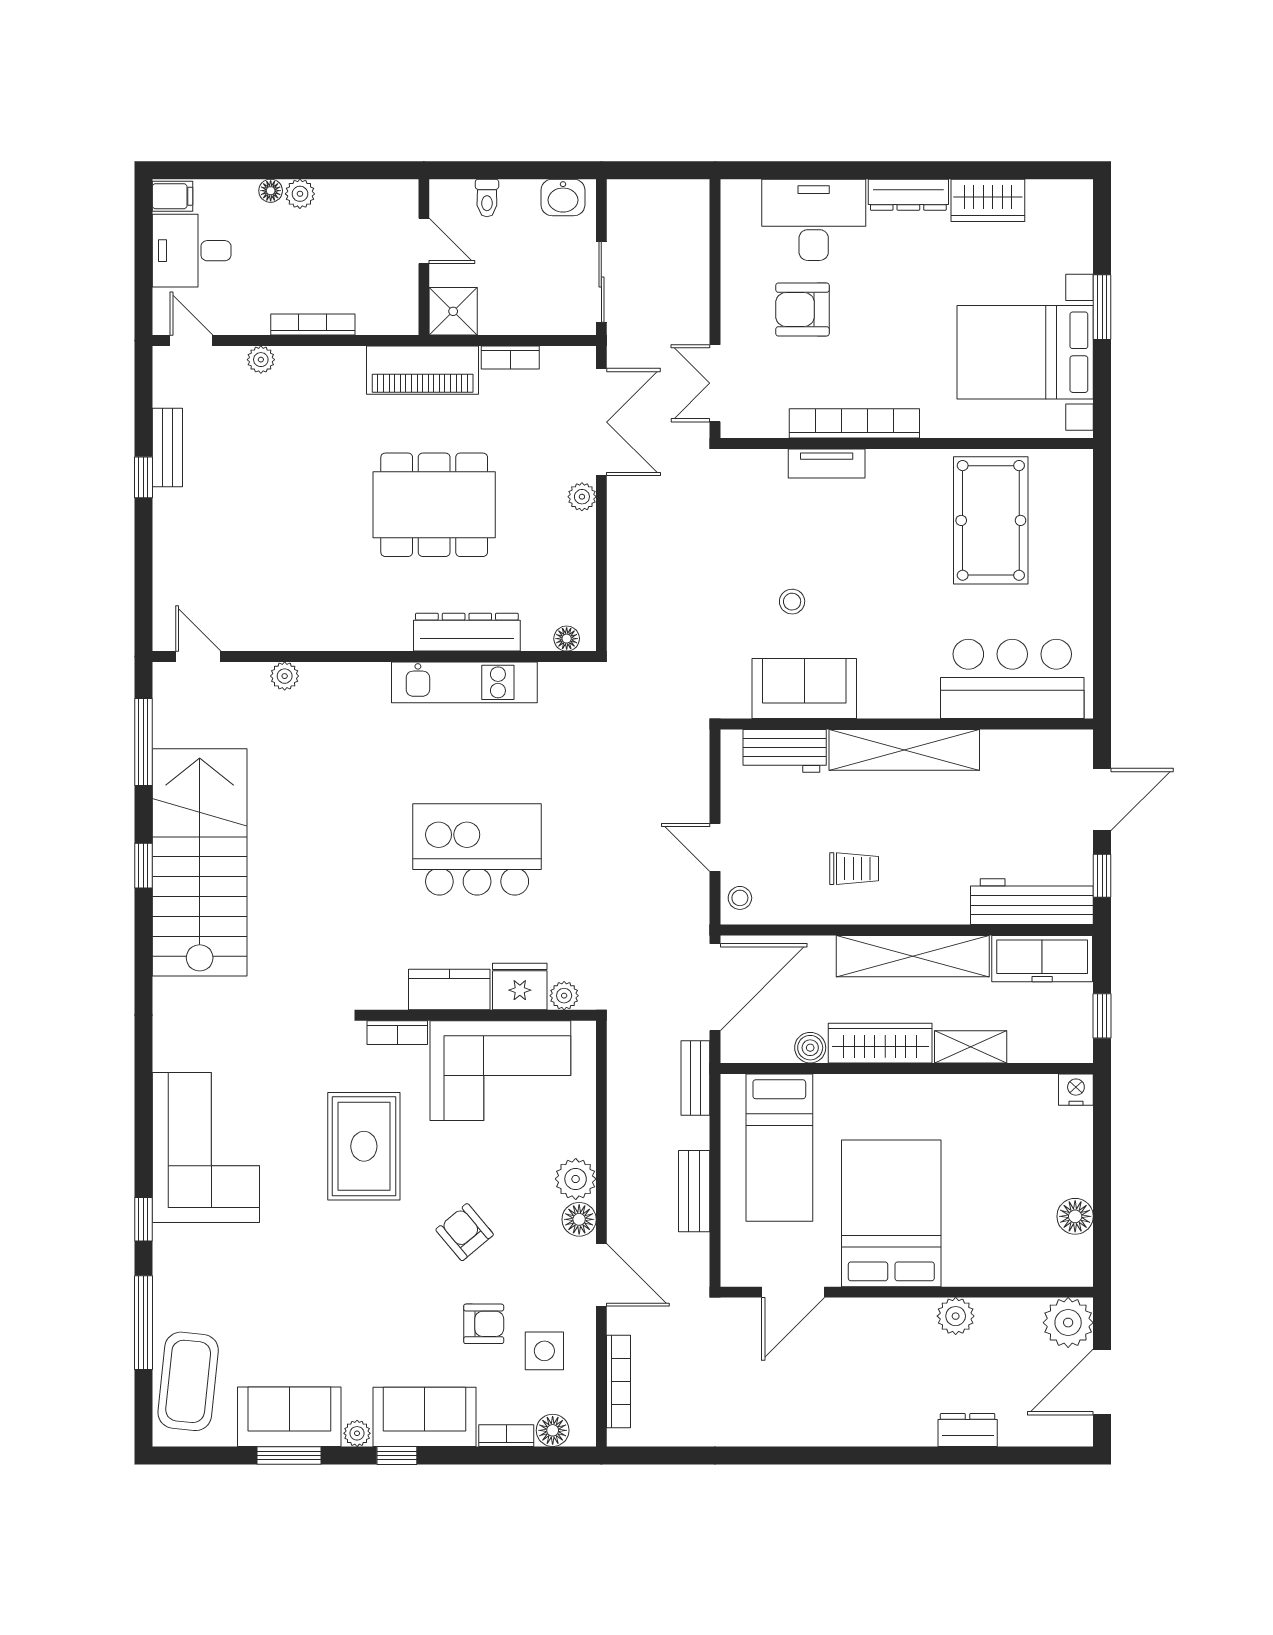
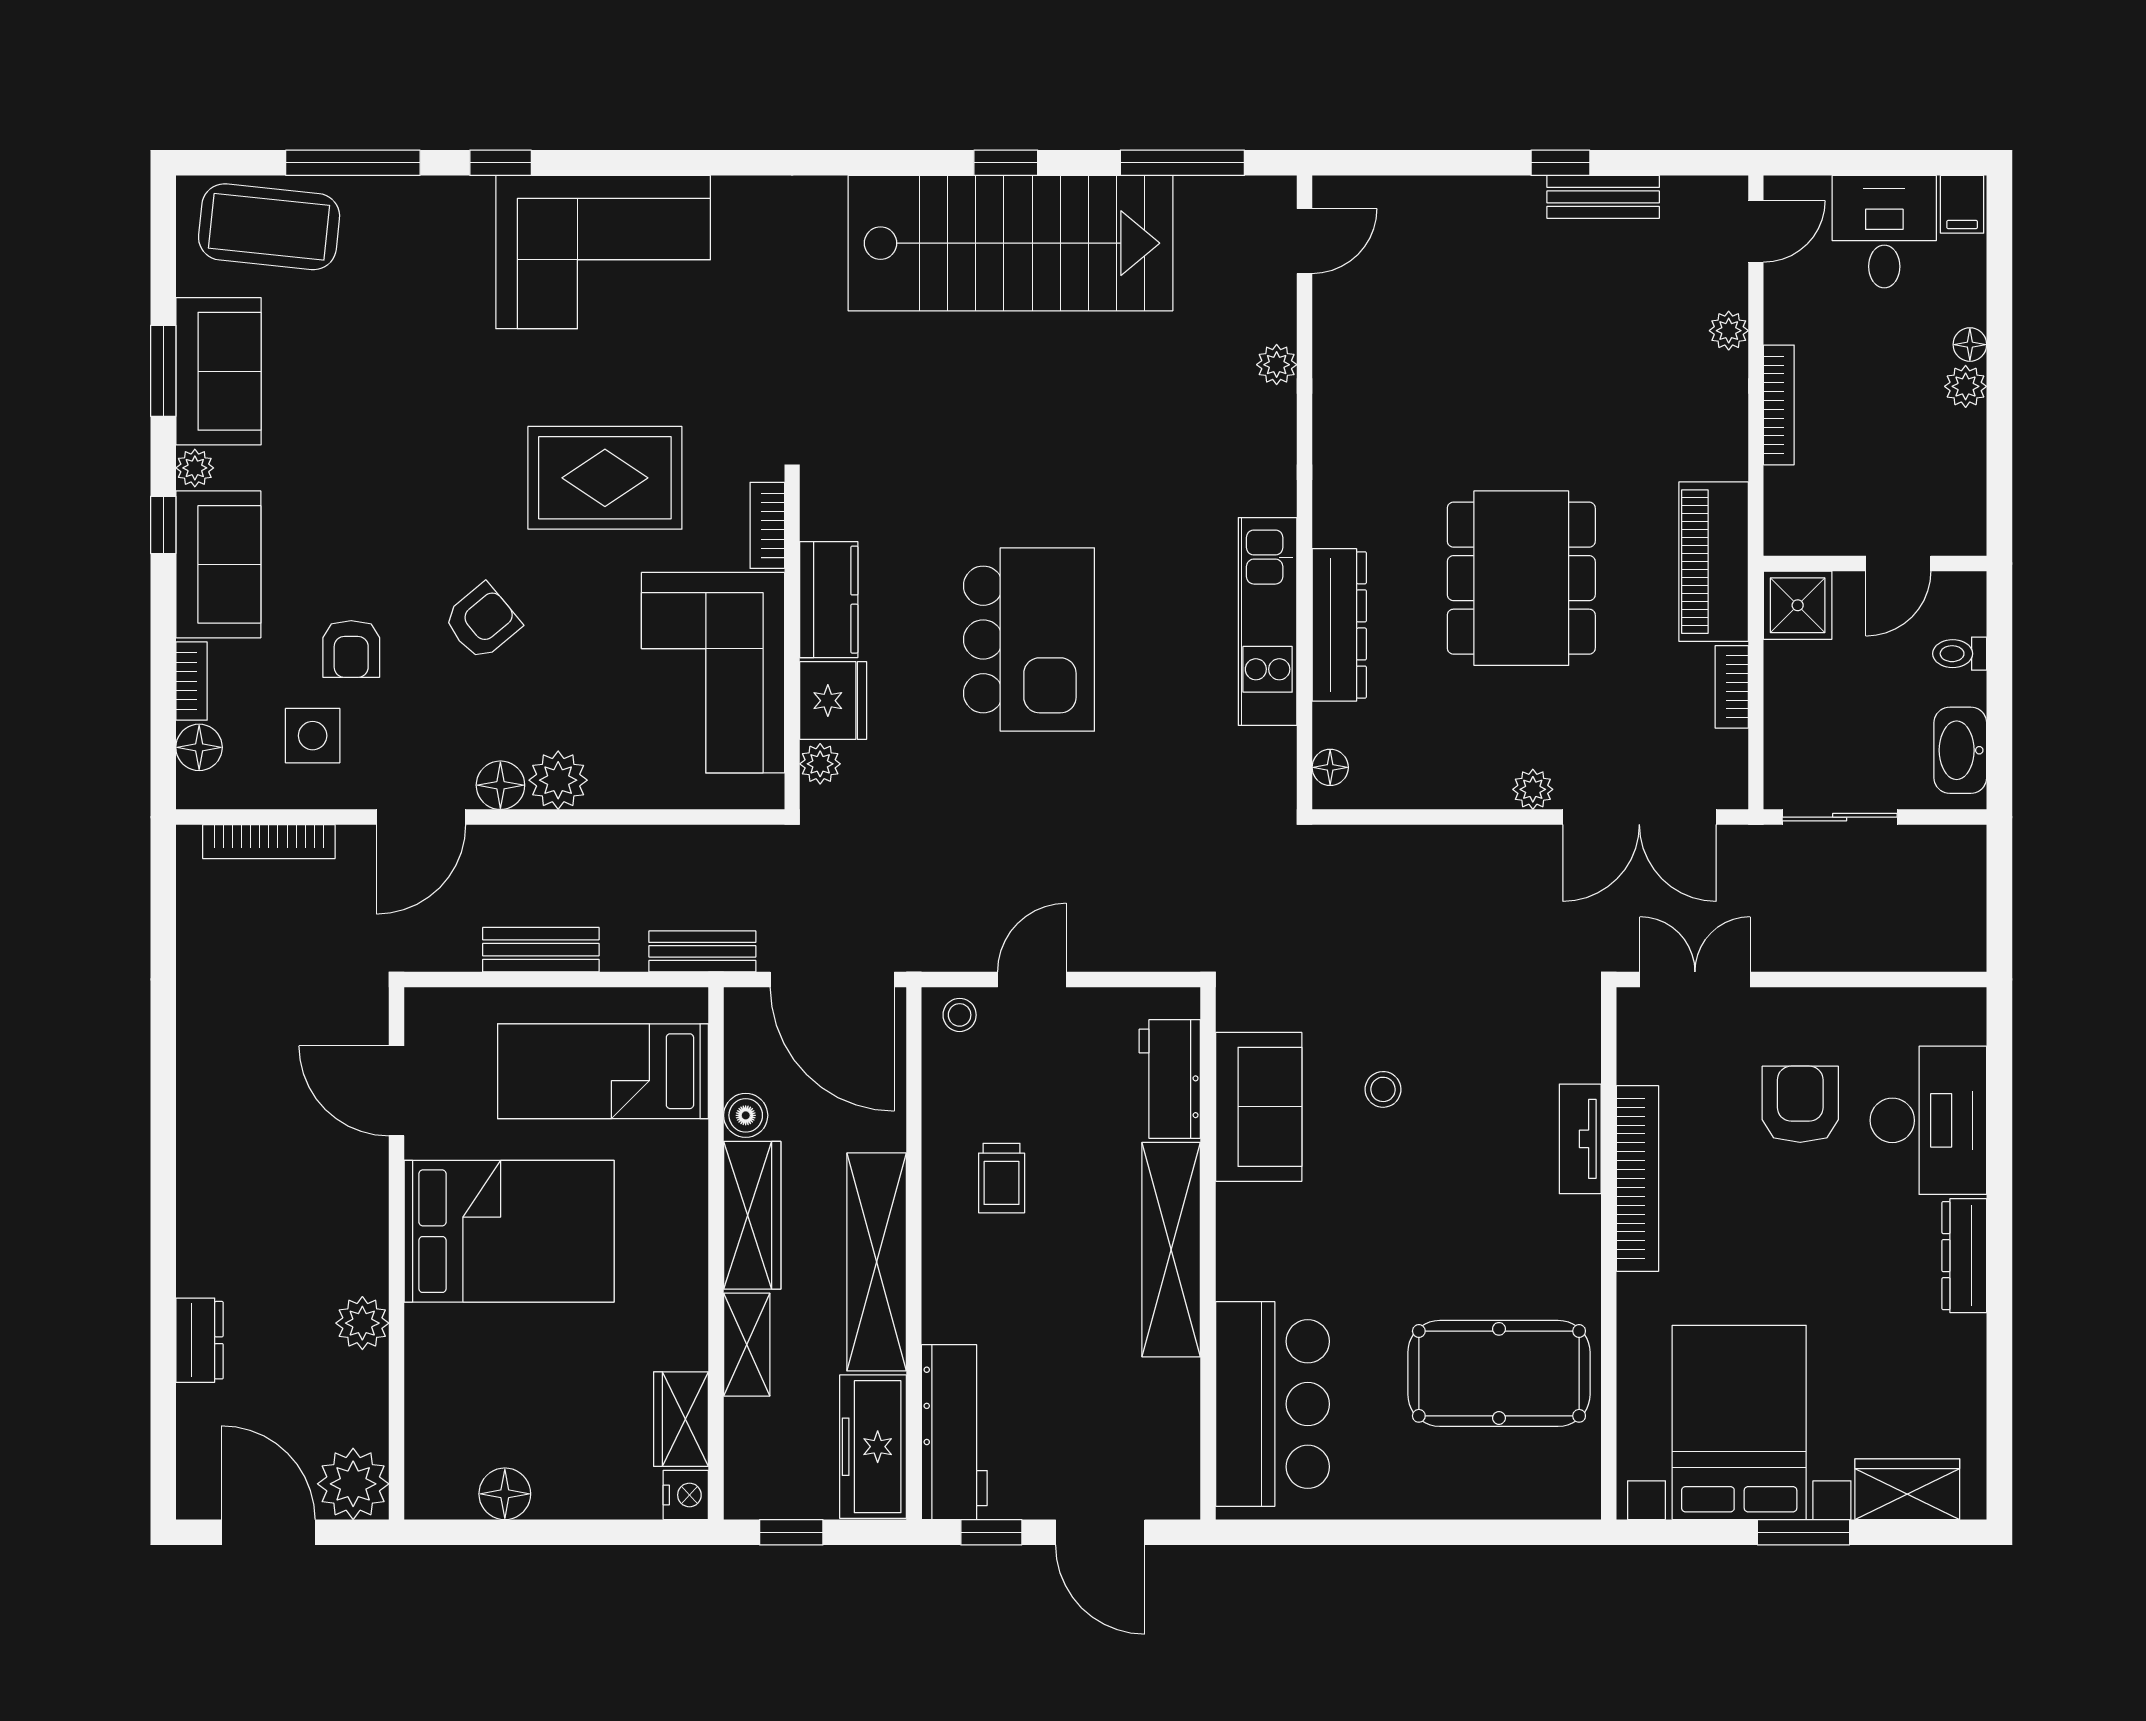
washbasin: (563, 197) -> (1960, 750), width x1.38
wardrobe: (988, 200) -> (1907, 1489), moved, turned 90
wardrobe: (1023, 1093) -> (681, 1419), added

